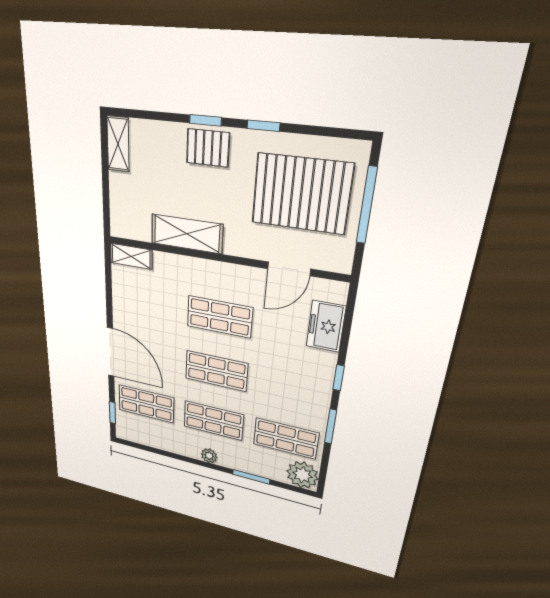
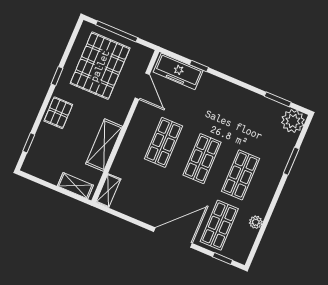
window: (205, 120) -> (29, 143), moved
shelving: (118, 144) -> (75, 186), moved
freezer: (326, 326) -> (178, 71), width x1.40
window: (339, 378) -> (199, 66), moved
window: (331, 426) -> (278, 99), moved
shop shelf: (286, 439) -> (262, 125), removed
plant: (209, 456) -> (256, 222), moved

